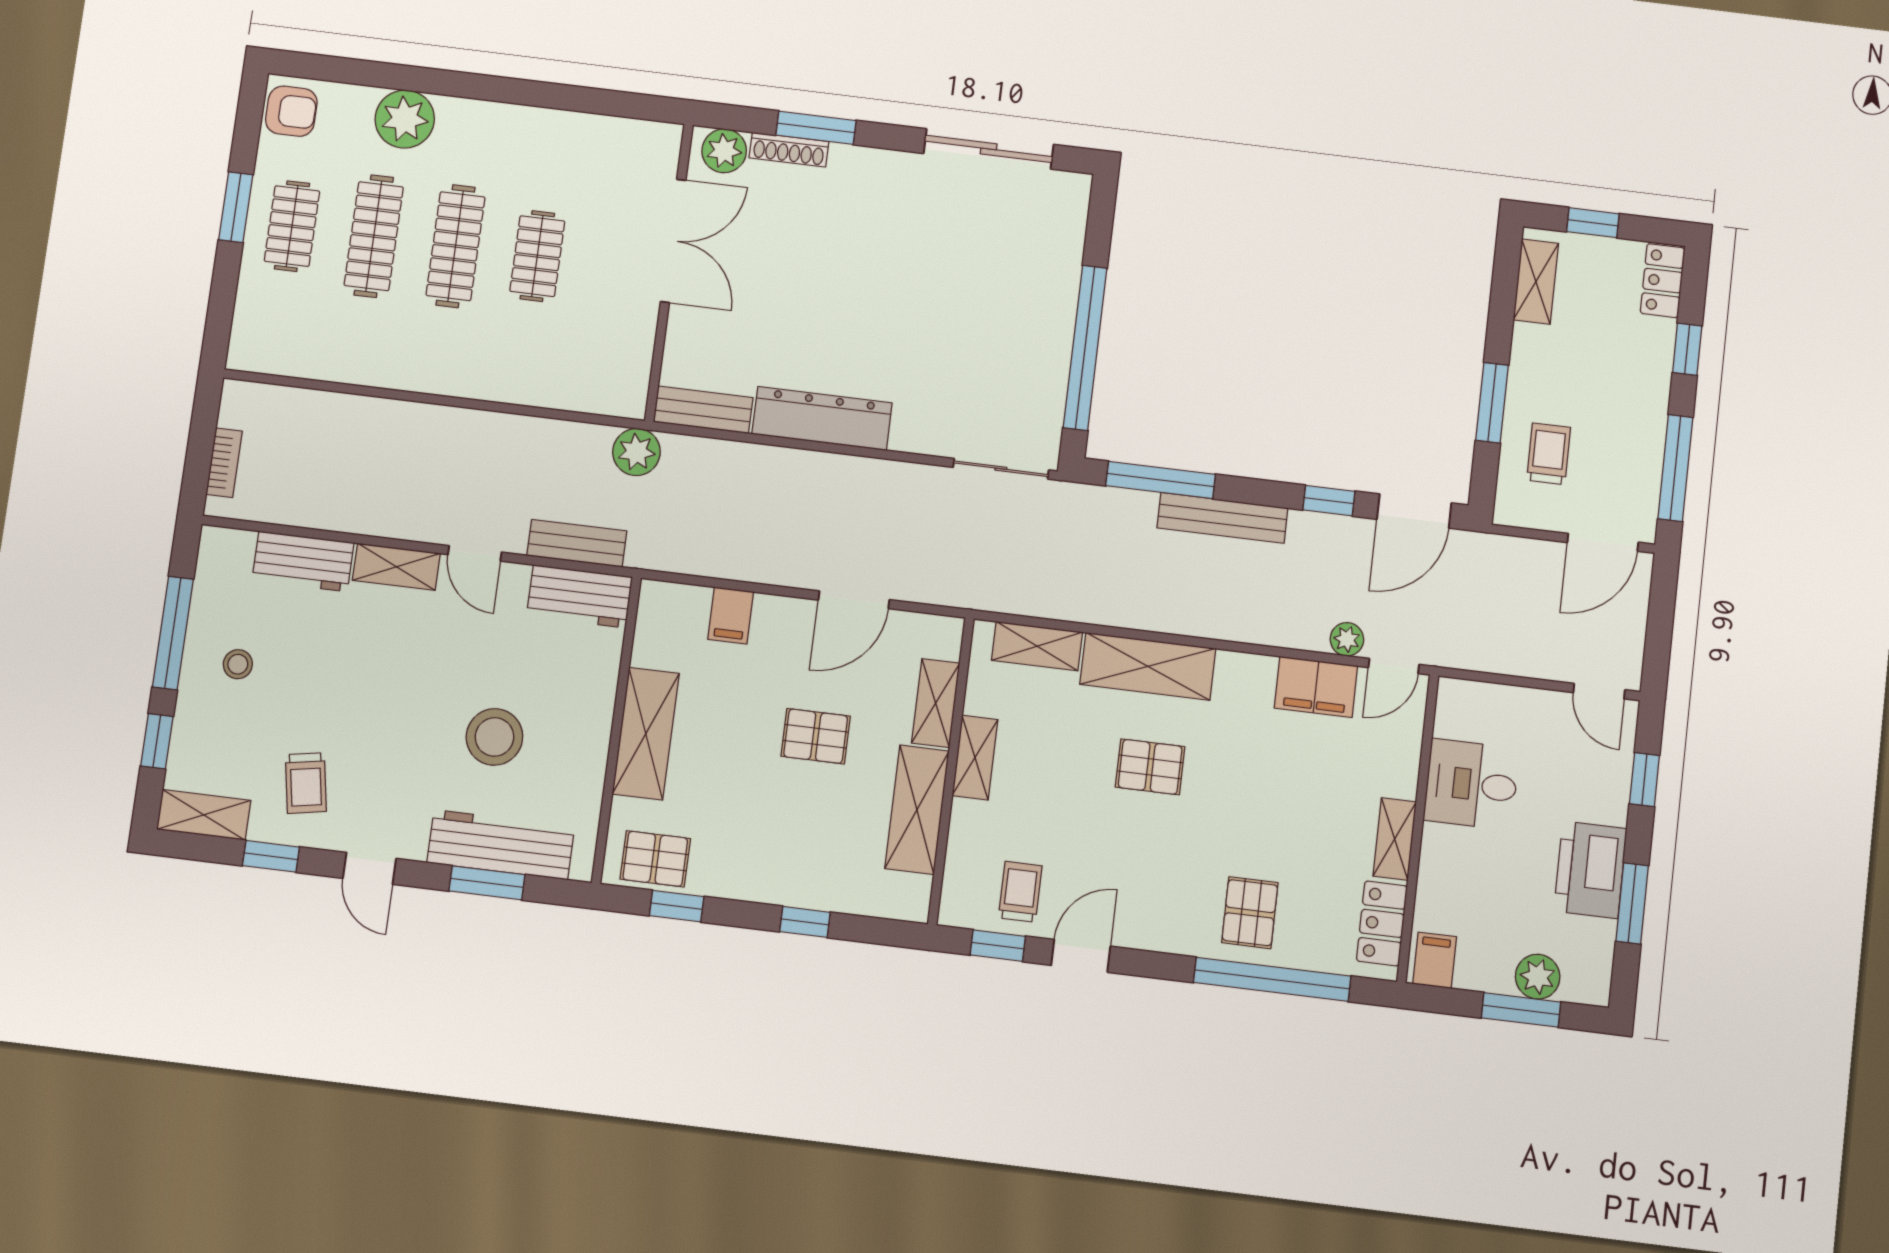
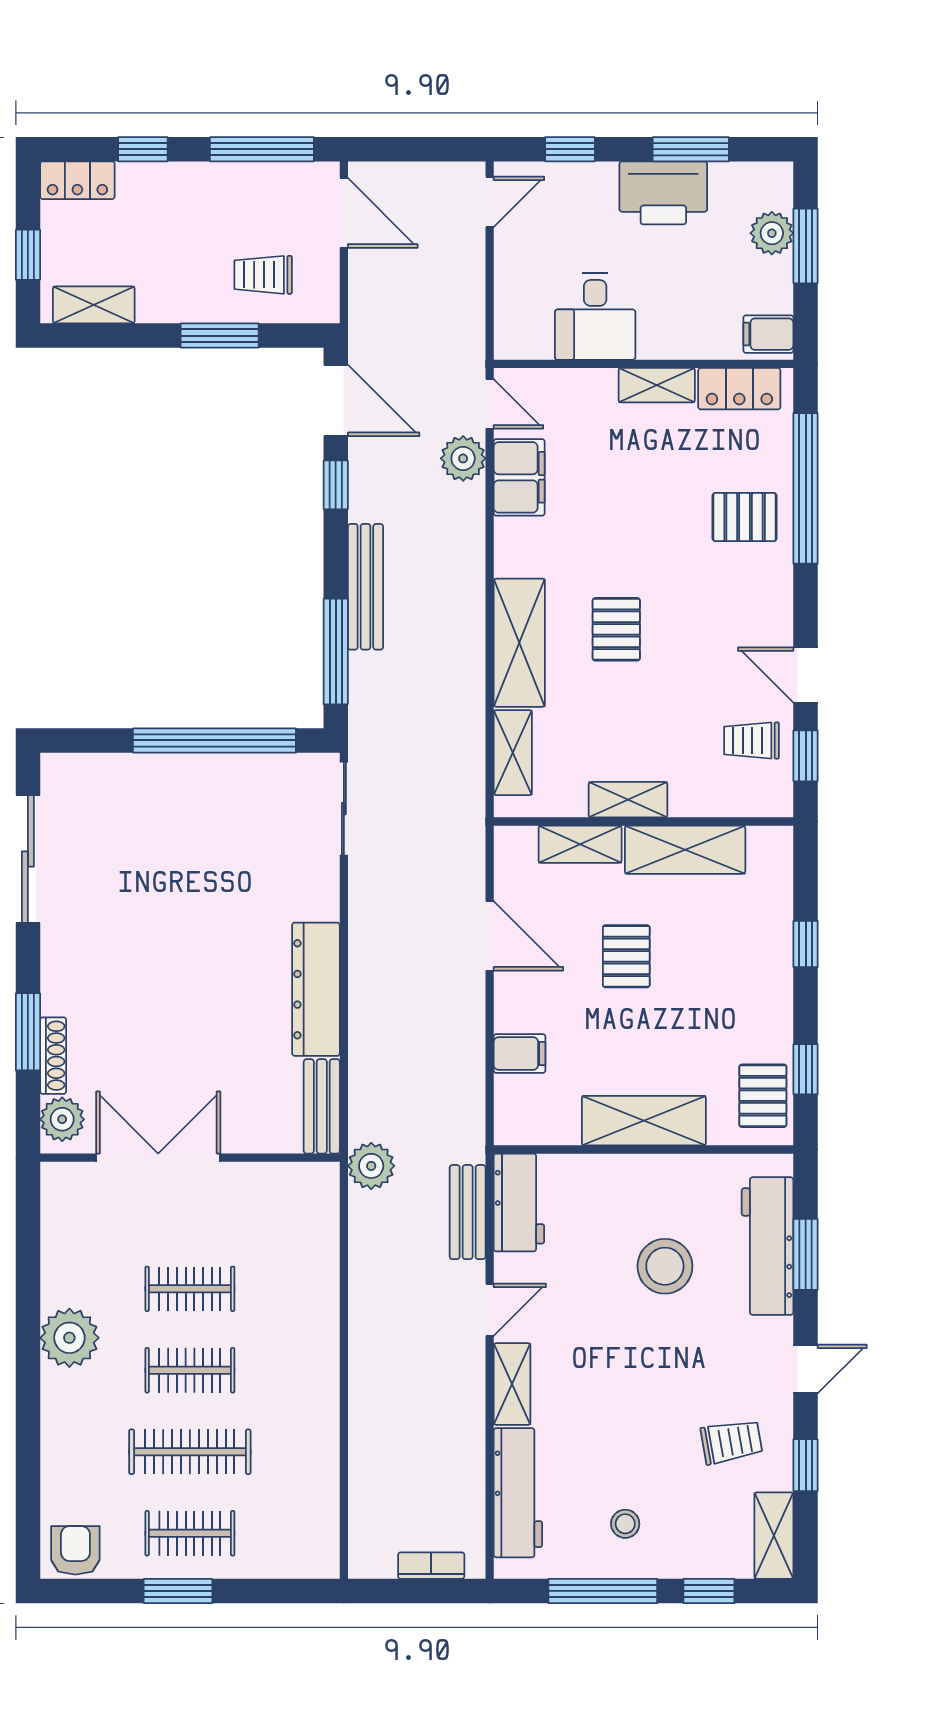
plant: (405, 119) -> (69, 1338), moved
clothes rail: (456, 246) -> (190, 1370), width x0.73
workbench: (303, 561) -> (518, 1493), width x1.38
plant: (1347, 639) -> (463, 458), width x1.38, depth x1.38

